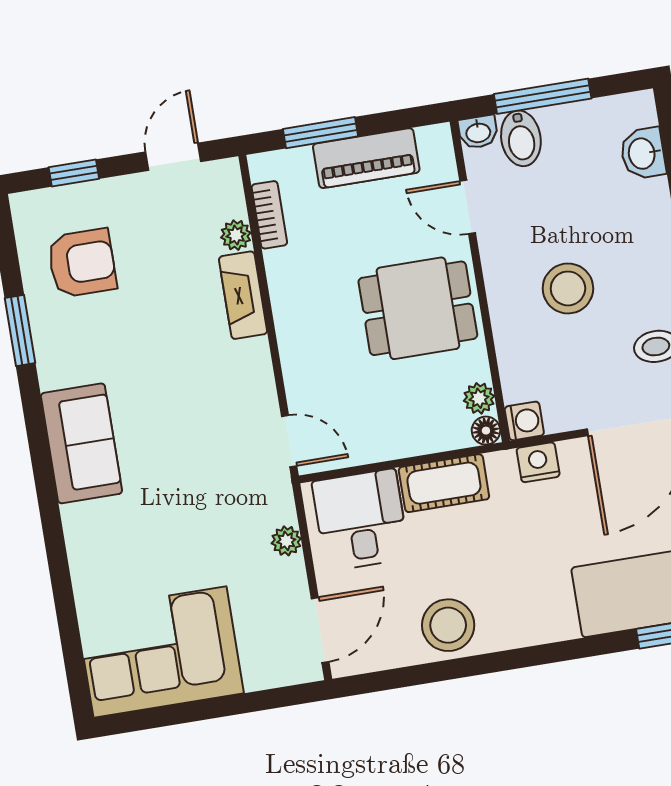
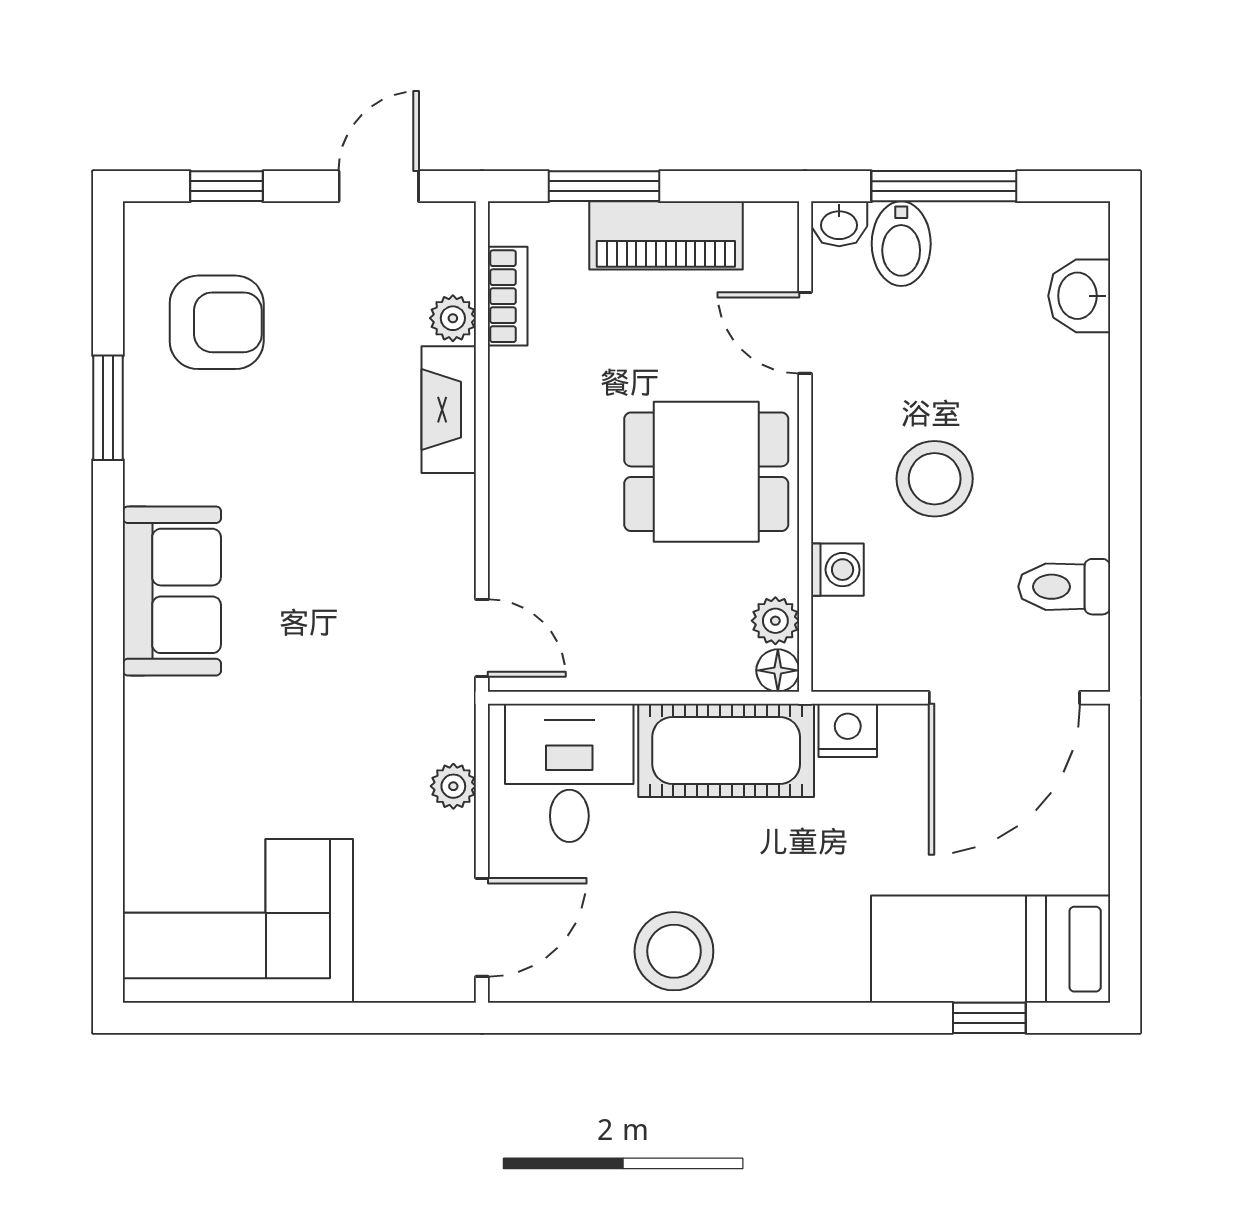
washing machine: (524, 421) -> (837, 570), moved
cot: (444, 483) -> (726, 750), width x1.37, depth x1.34

